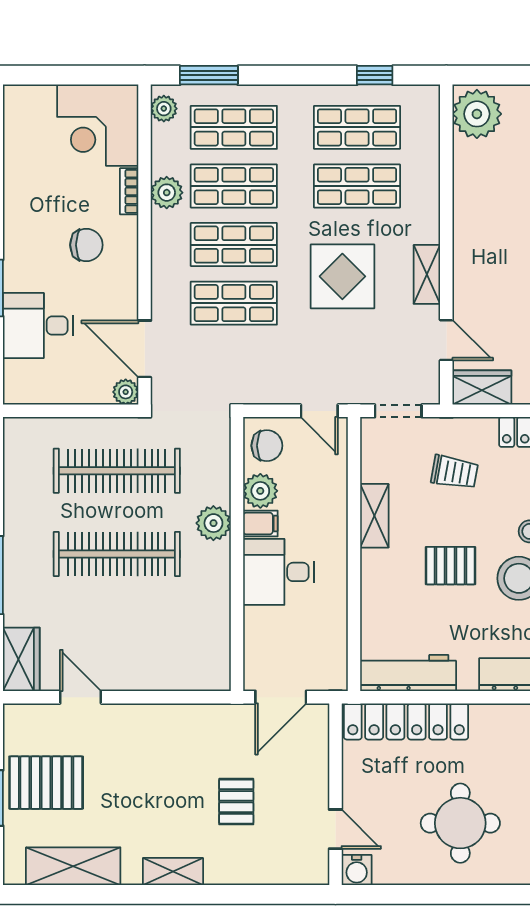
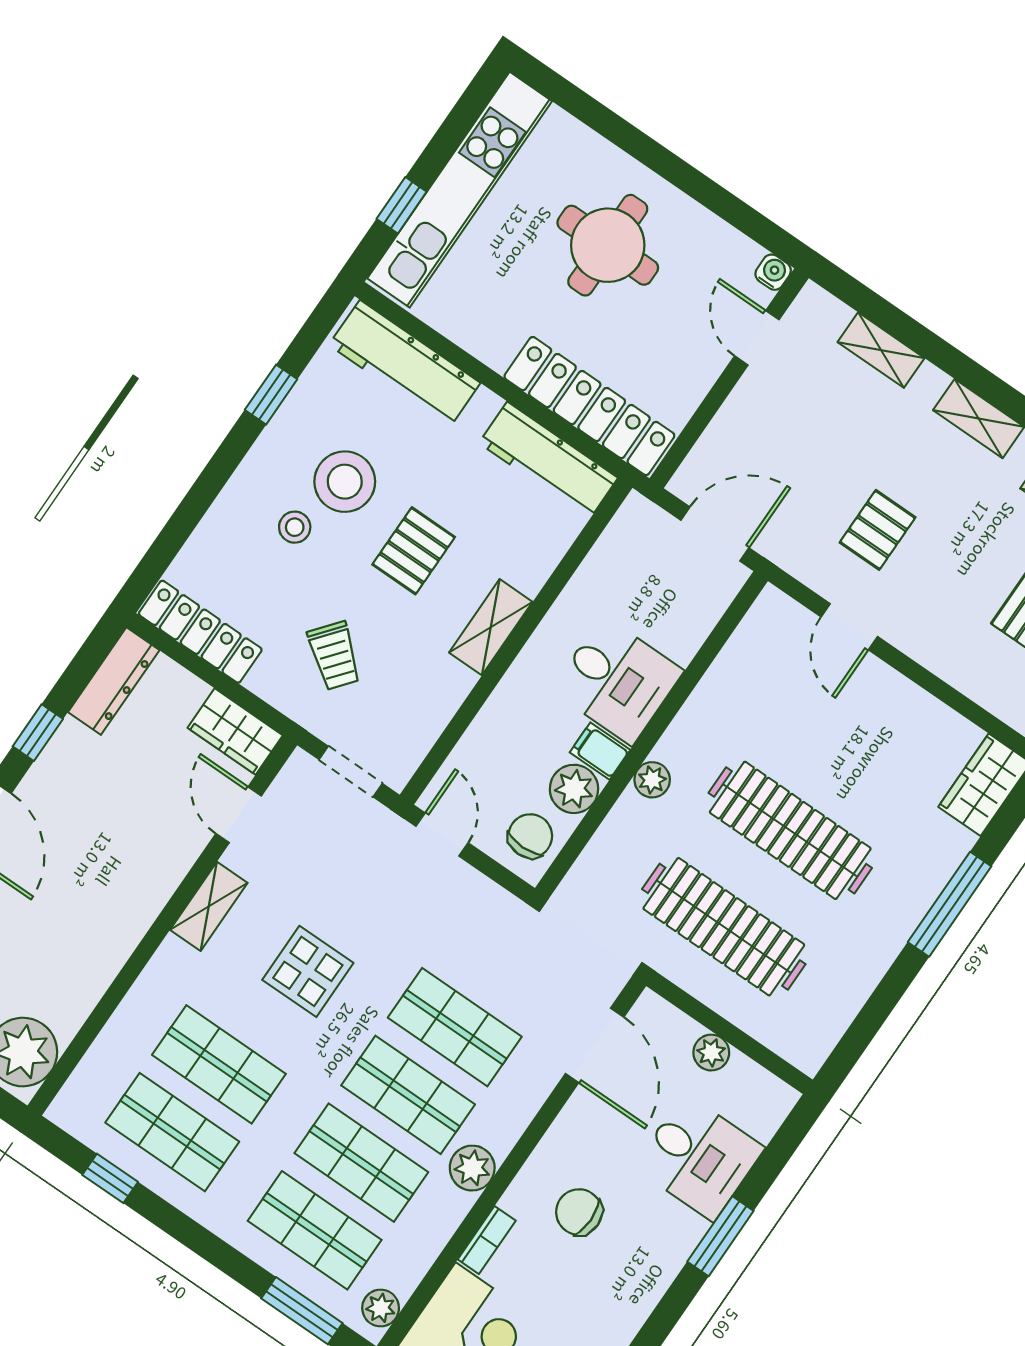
plant: (167, 193) -> (472, 1168), moved
display table: (342, 276) -> (308, 971), width x0.73, depth x0.73
plant: (126, 392) -> (711, 1053), moved
chair: (267, 446) -> (530, 836), turned 90
trolley: (455, 472) -> (334, 656), turned -151
shelving: (374, 516) -> (491, 627), moved
plant: (213, 523) -> (652, 780), width x0.73, depth x0.73
pallet: (451, 566) -> (414, 551), turned 90
door: (81, 697) -> (849, 627), moved
pallet: (236, 802) -> (878, 530), moved
water cooler: (357, 870) -> (773, 272), width x0.72, depth x0.72
shelving: (258, 872) -> (881, 350), added

